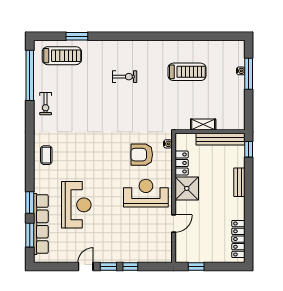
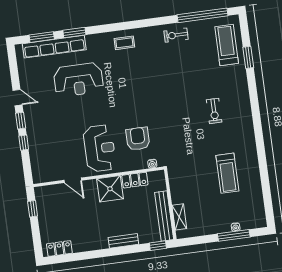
treadmill: (62, 56) -> (227, 45), turned 180
shelving: (203, 124) -> (179, 217), moved
locker: (238, 239) -> (59, 248), width x0.66

